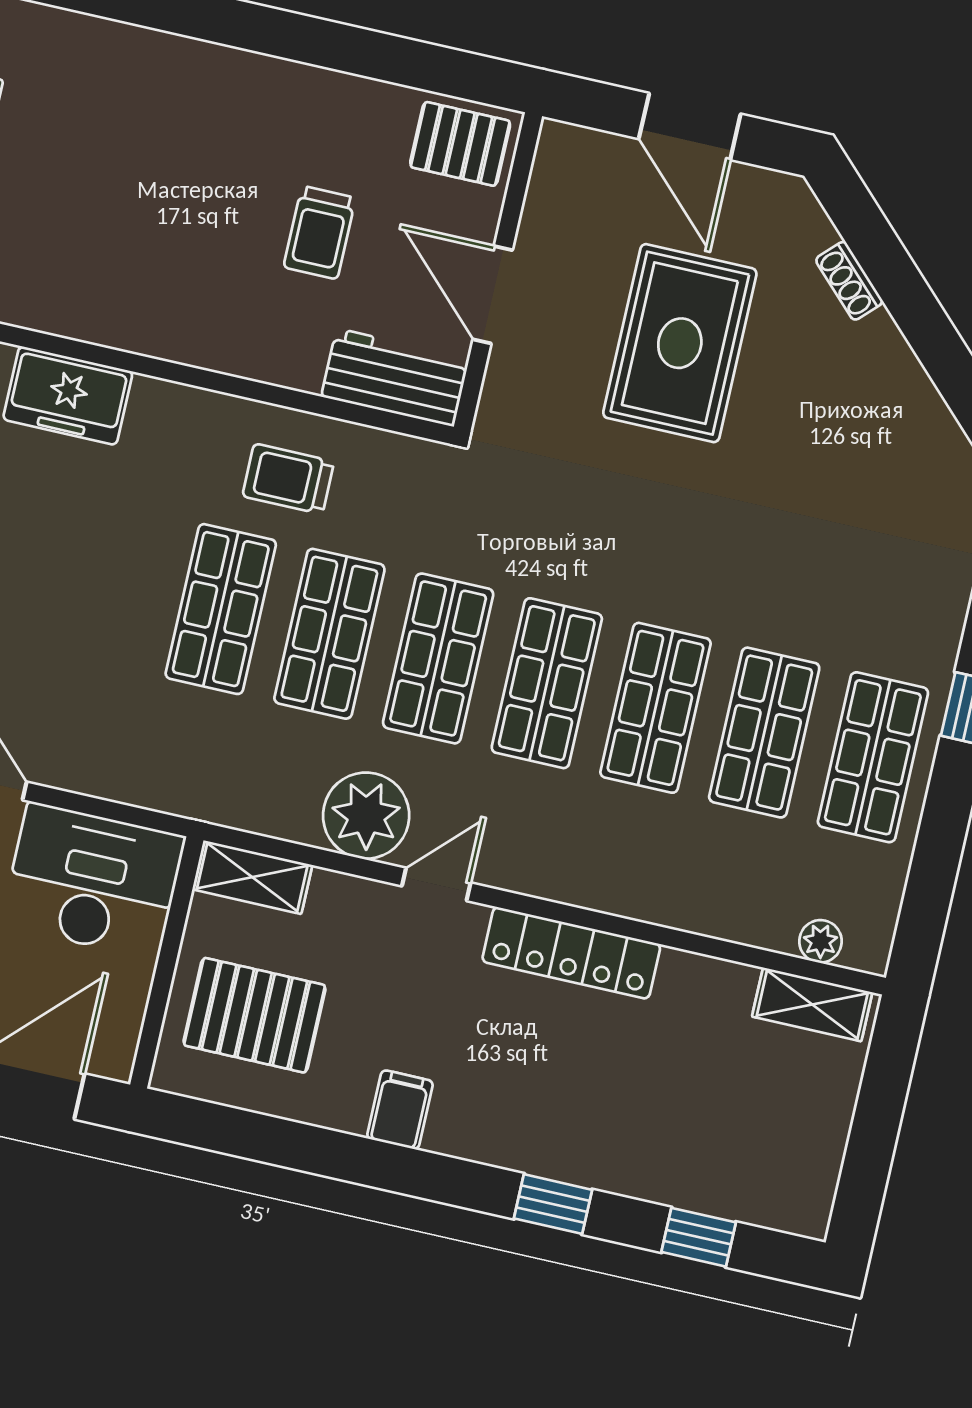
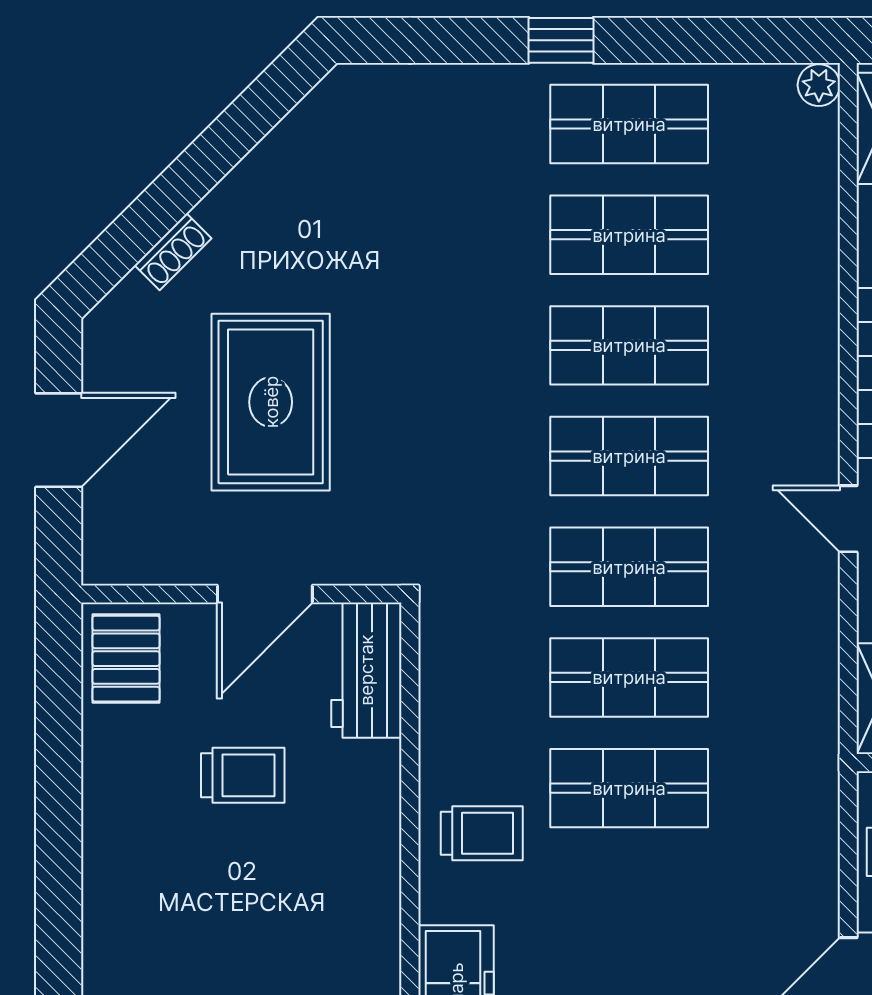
rug: (680, 343) -> (271, 402), turned 90
trolley: (288, 479) -> (482, 833), moved, turned -90
plant: (366, 816) -> (797, 602), removed
plant: (820, 941) -> (819, 85), moved

